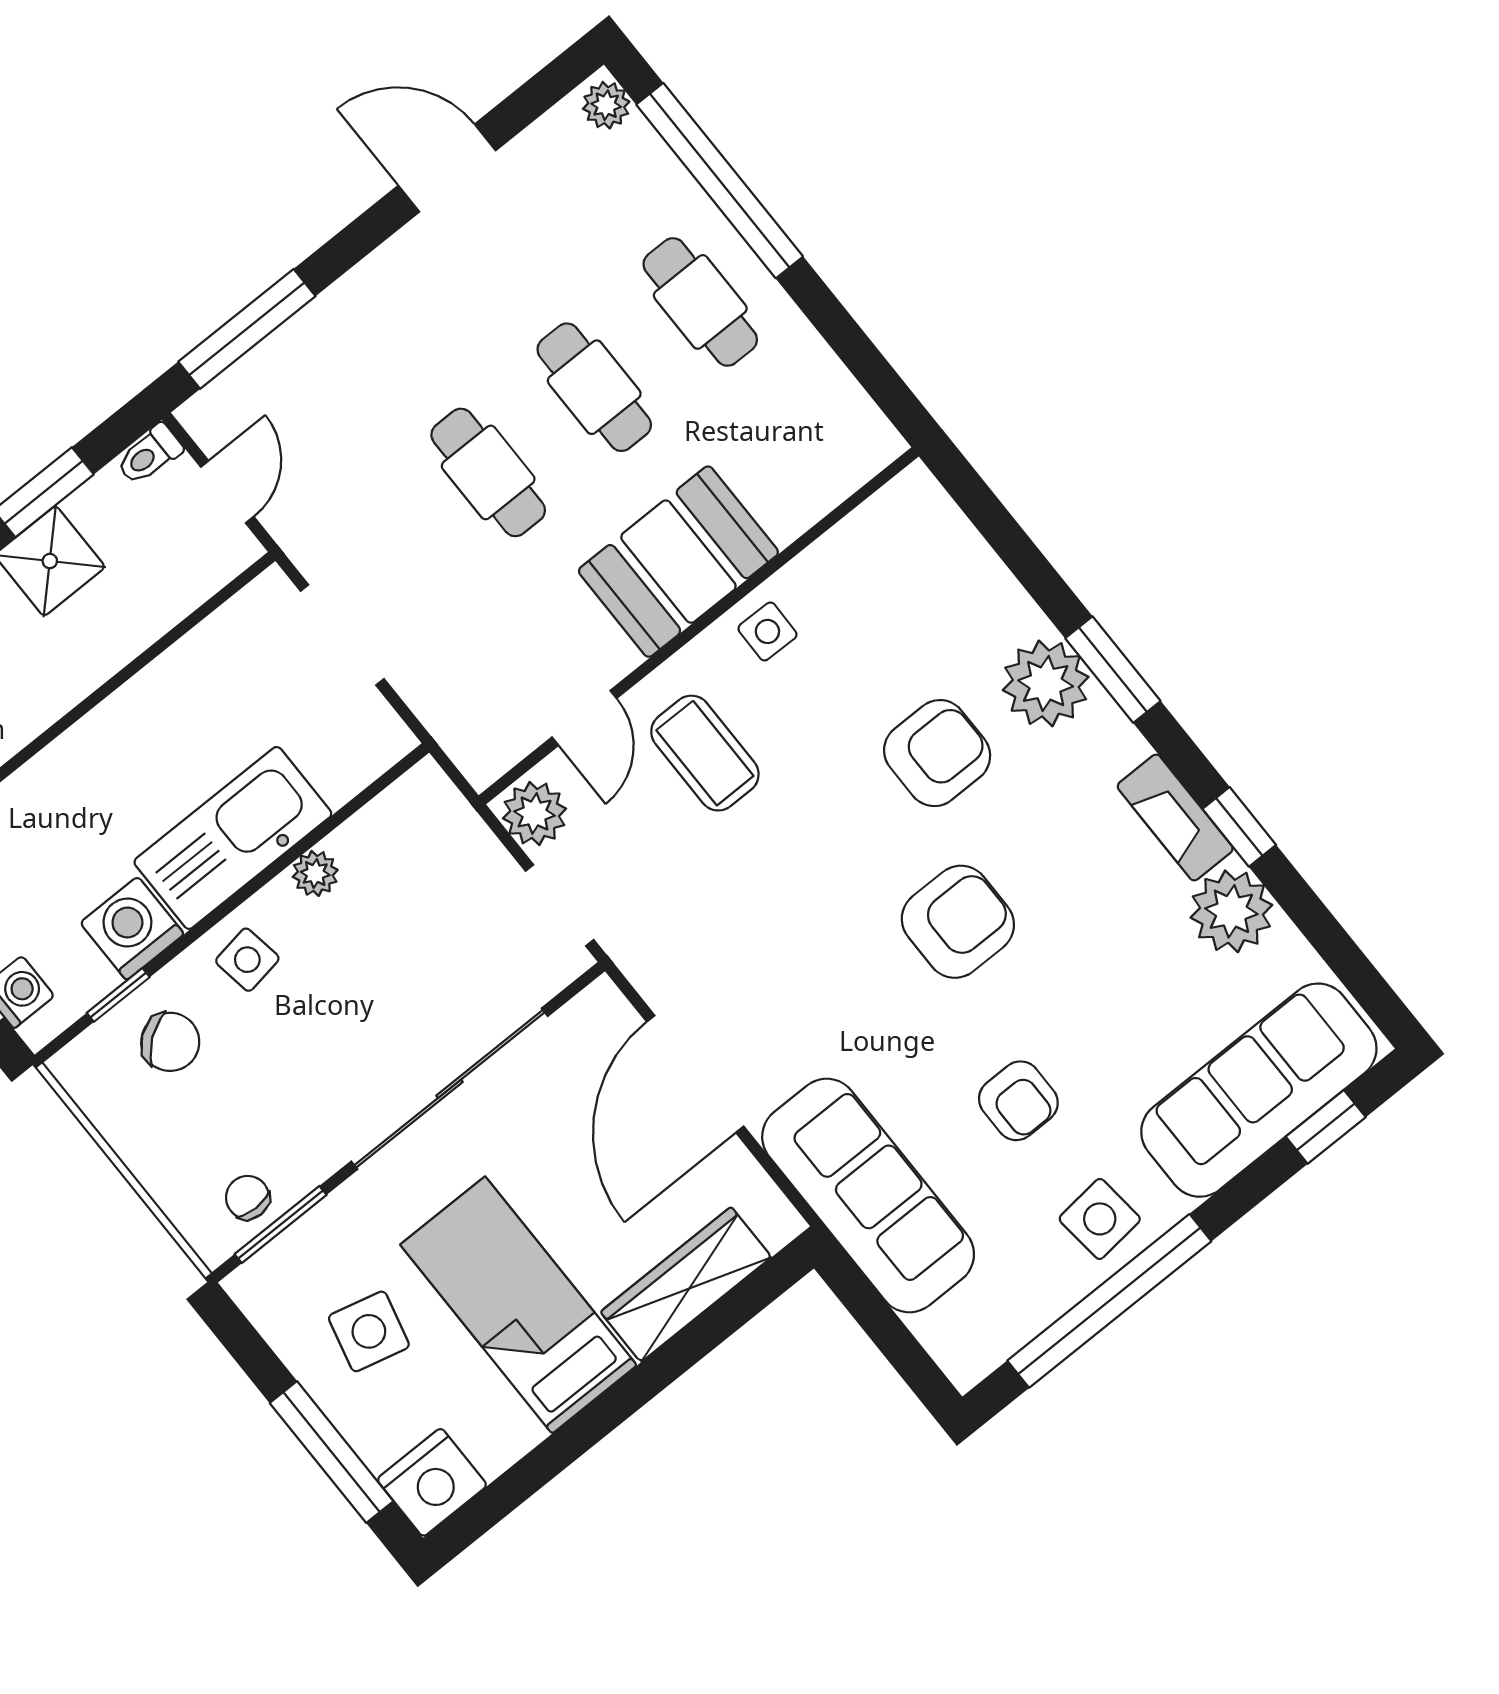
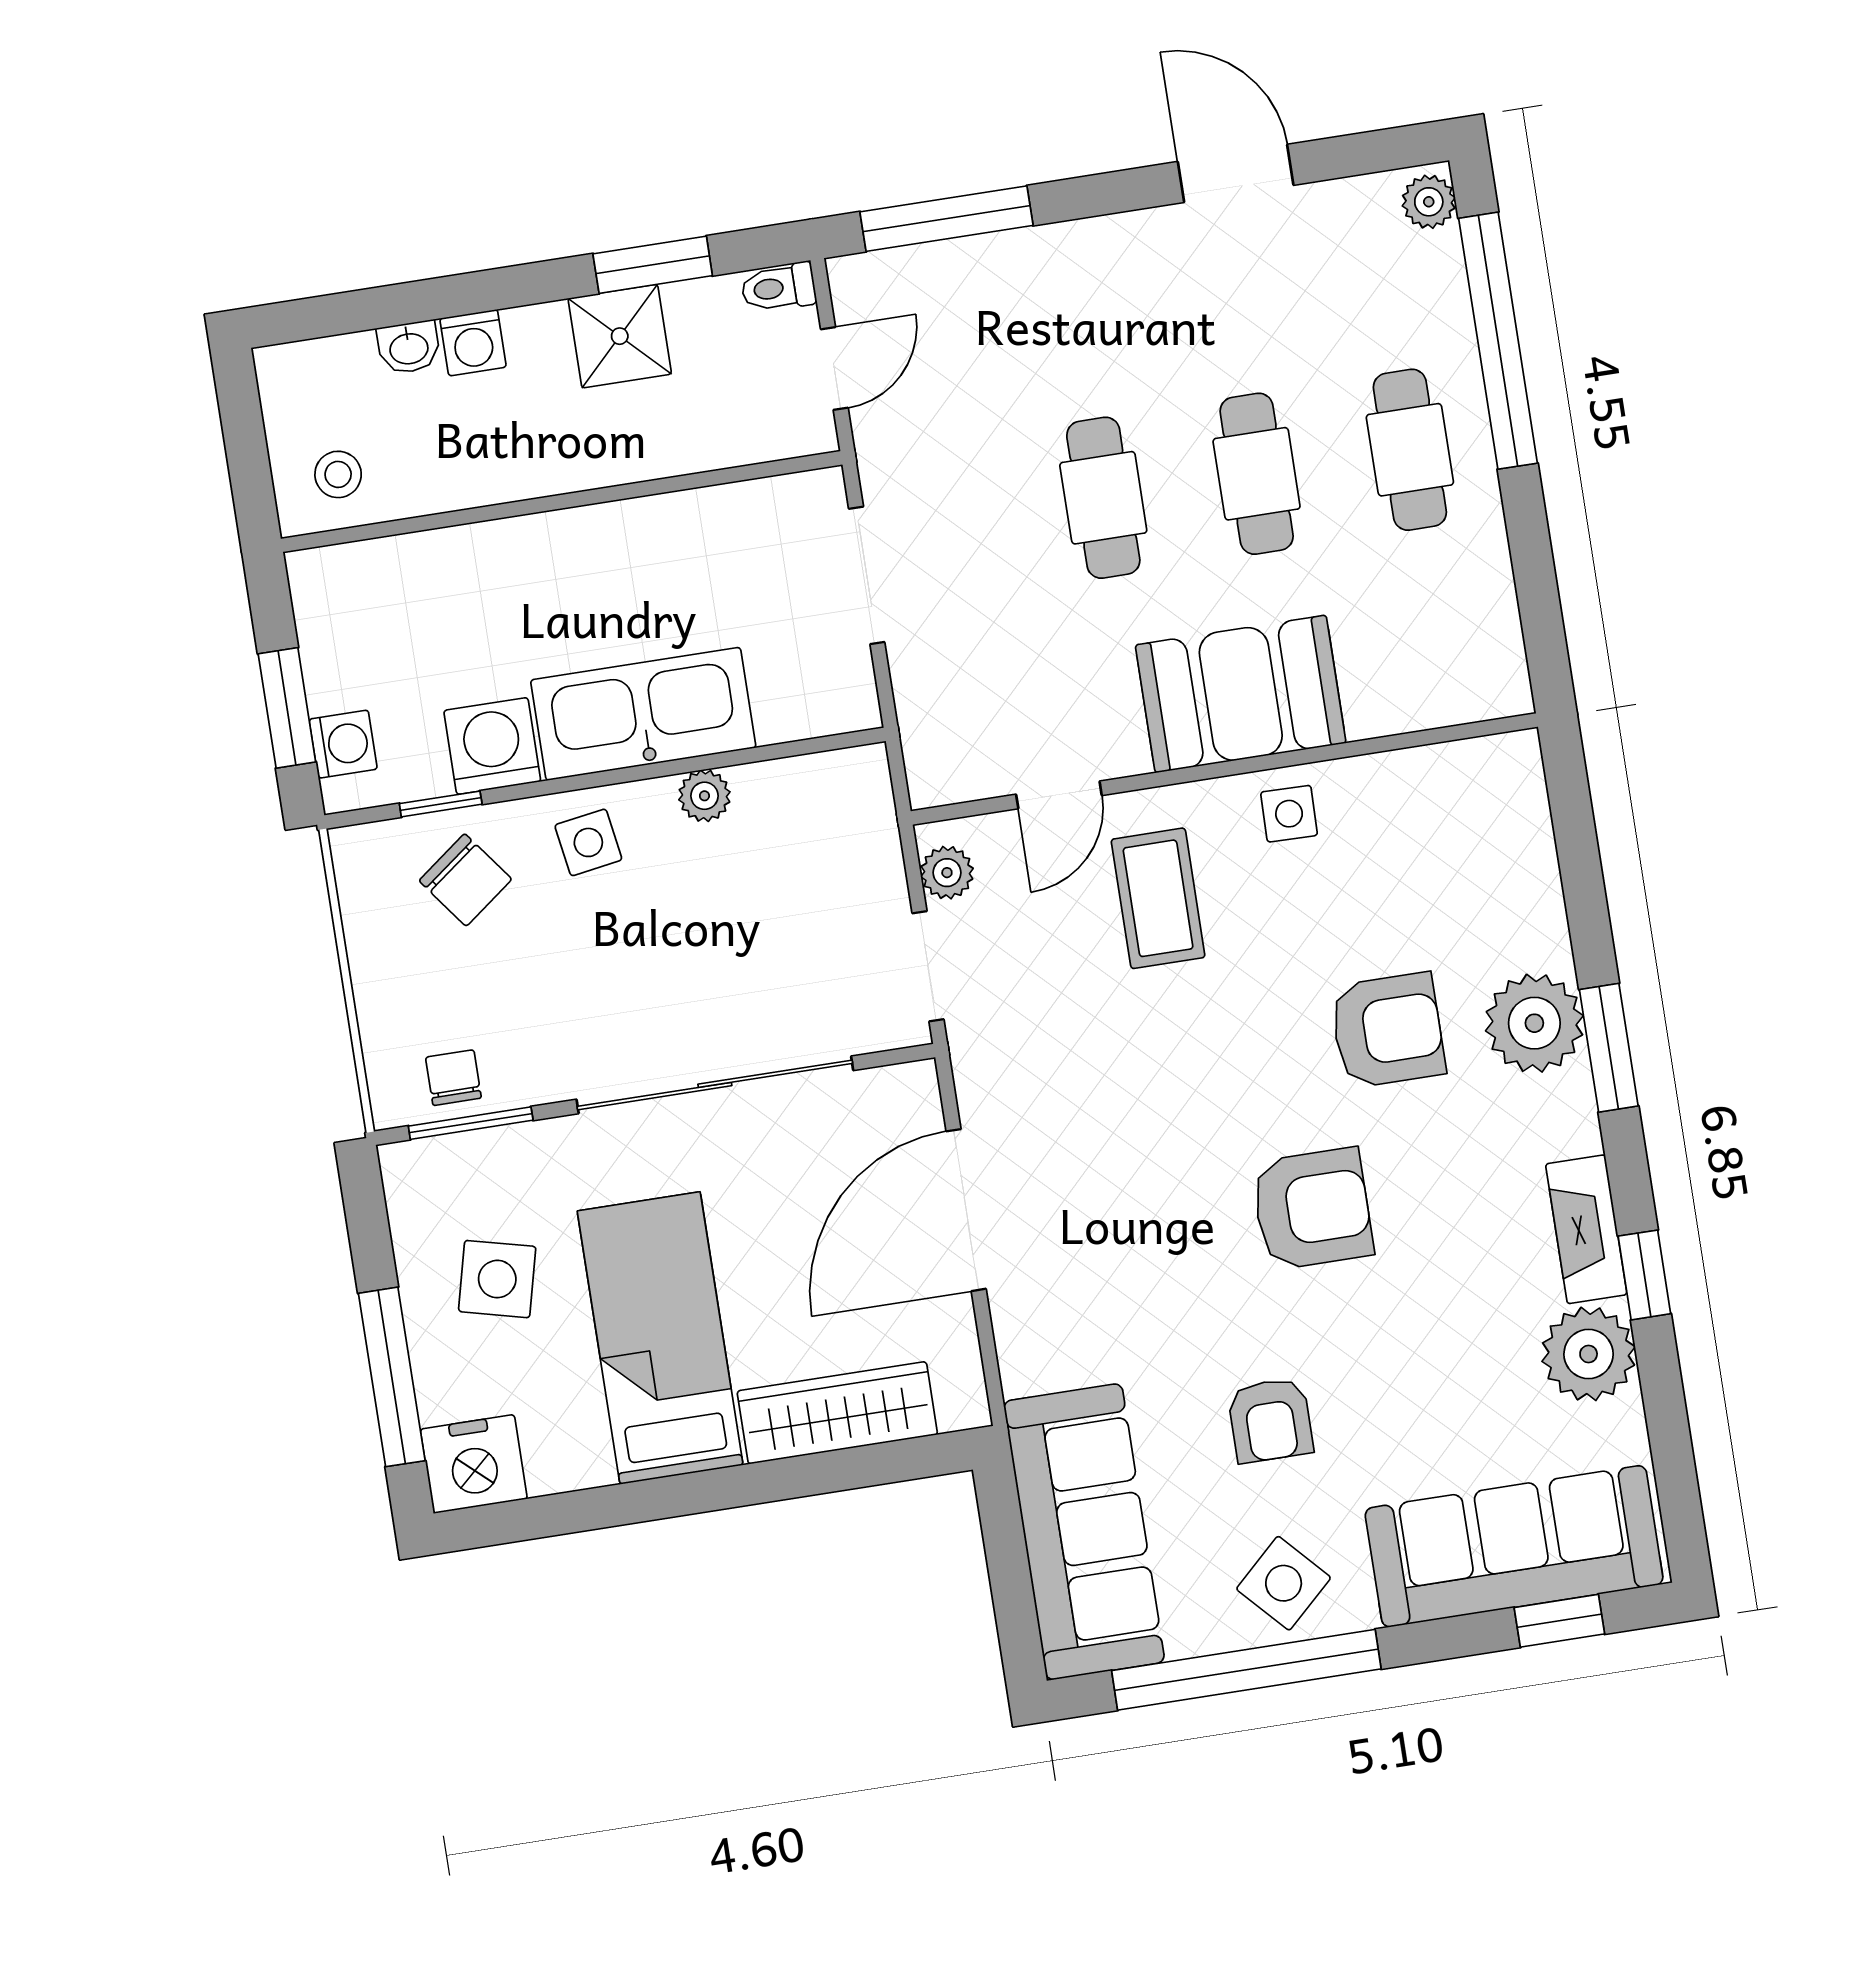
plant: (535, 814) -> (947, 873), width x0.73, depth x0.73
sofa: (868, 1196) -> (1084, 1532), moved
side table: (1100, 1219) -> (1284, 1583), turned -37

